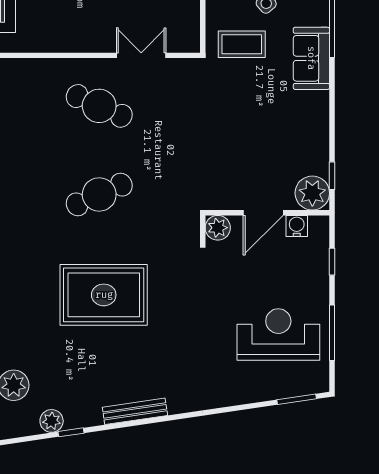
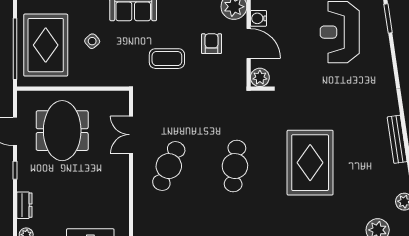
coffee table: (242, 44) -> (167, 59), moved, turned 90
armchair: (263, 163) -> (212, 44), added
cafe table: (99, 194) -> (235, 166), turned 30

